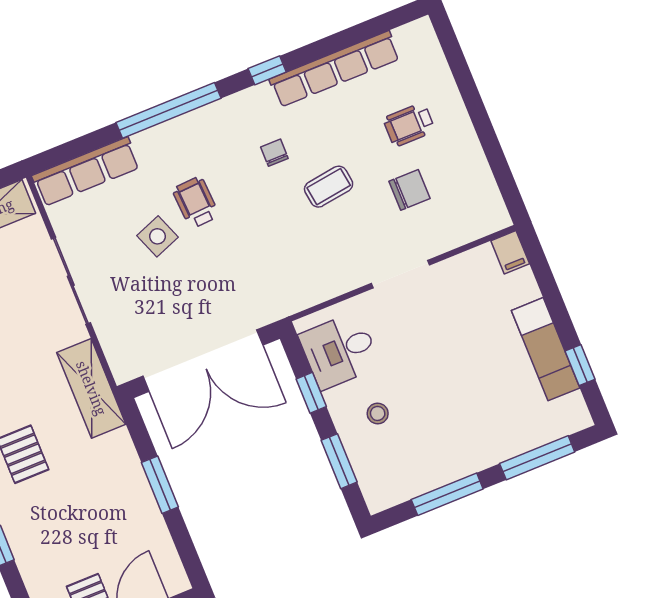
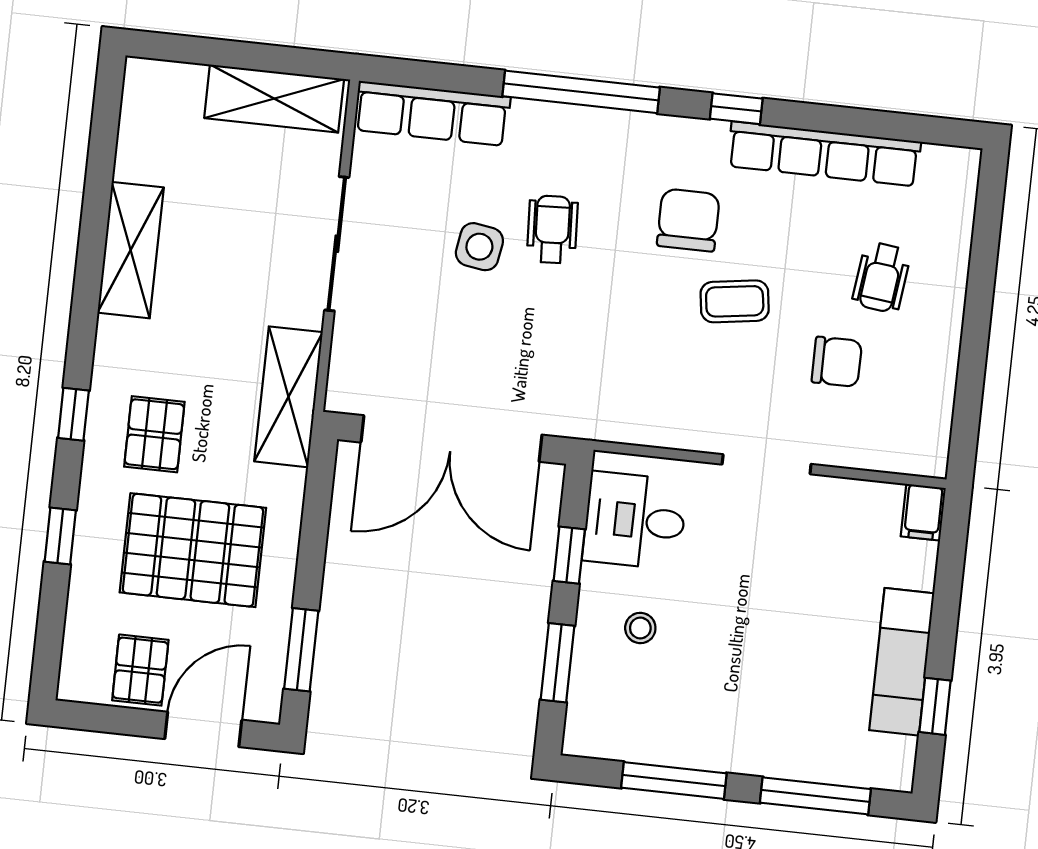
wheelchair: (409, 125) -> (881, 277), turned -83
chair: (274, 153) -> (688, 220), width x1.87, depth x1.87
side table: (157, 236) -> (479, 247), turned 30
window: (160, 485) -> (301, 650), moved
pallet: (84, 511) -> (193, 550), added

